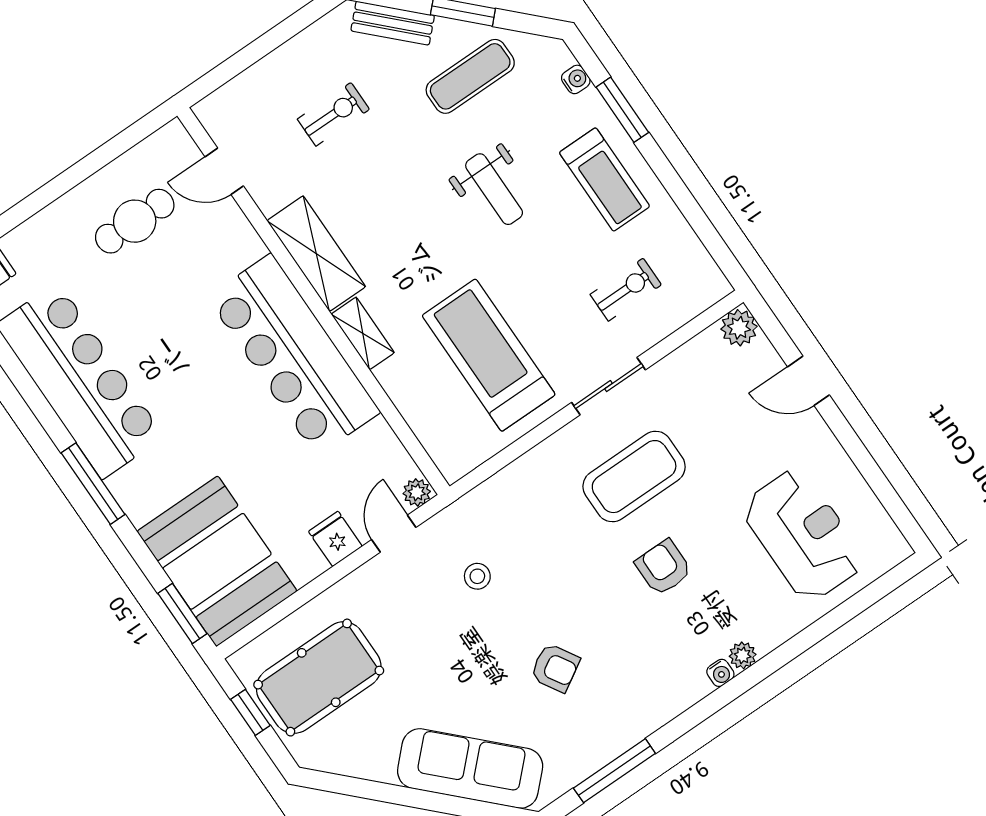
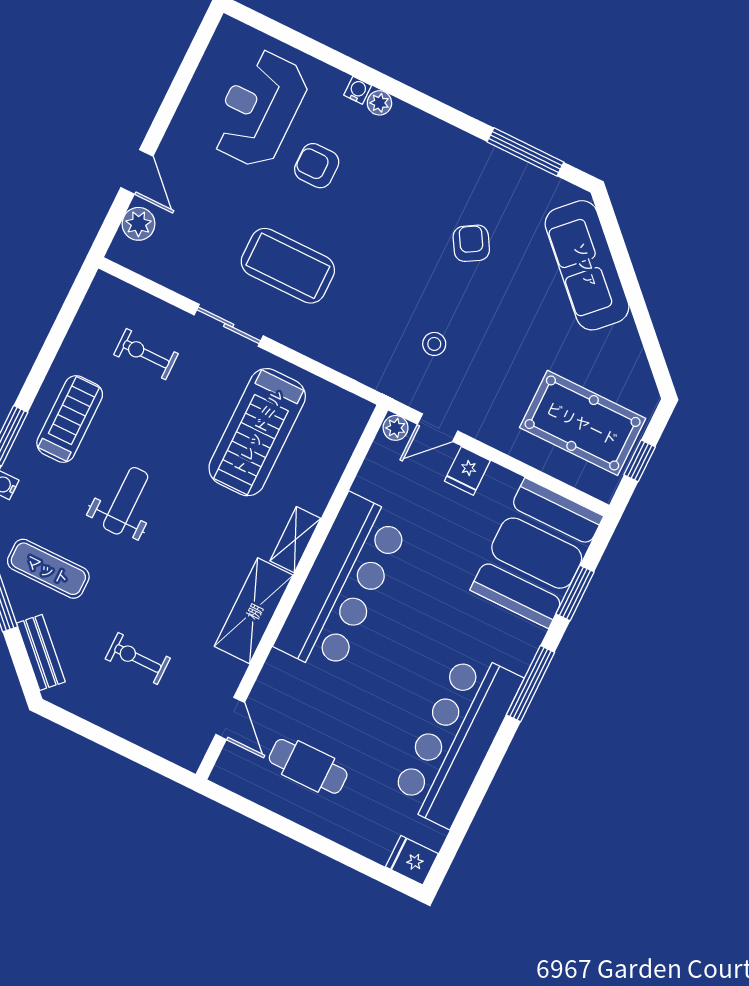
plant: (739, 328) -> (139, 224), moved
armchair: (663, 567) -> (317, 166), moved, turned 90
window: (182, 613) -> (575, 593), moved
water cooler: (720, 673) -> (358, 90), moved

